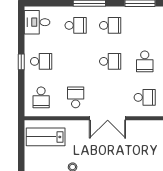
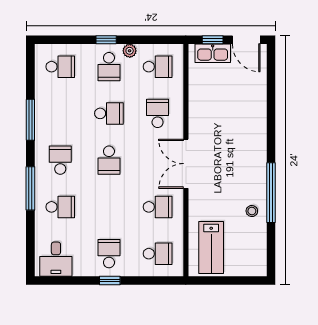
school desk: (76, 25) -> (60, 207), turned 90
school desk: (110, 61) -> (109, 160), turned 180
school desk: (76, 97) -> (158, 207), turned 180
double door: (108, 118) -> (186, 164), swing flipped

